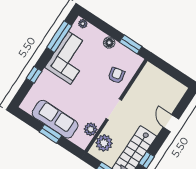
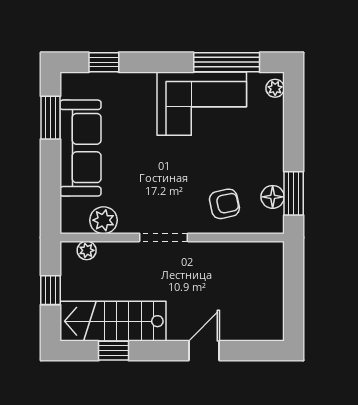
floor lamp: (109, 43) -> (273, 197), moved
window: (34, 75) -> (104, 62), moved
window: (51, 134) -> (51, 118), moved
plant: (104, 143) -> (87, 250), width x0.53, depth x0.53

